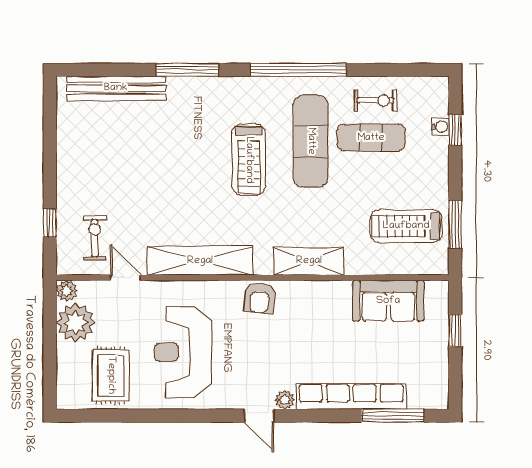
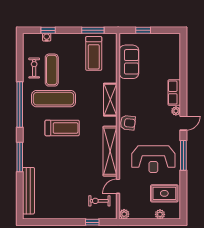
plant: (76, 323) -> (160, 214), moved, width x0.53, depth x0.53
row of seats: (351, 396) -> (174, 93), width x0.50
window: (393, 416) -> (183, 155), moved

